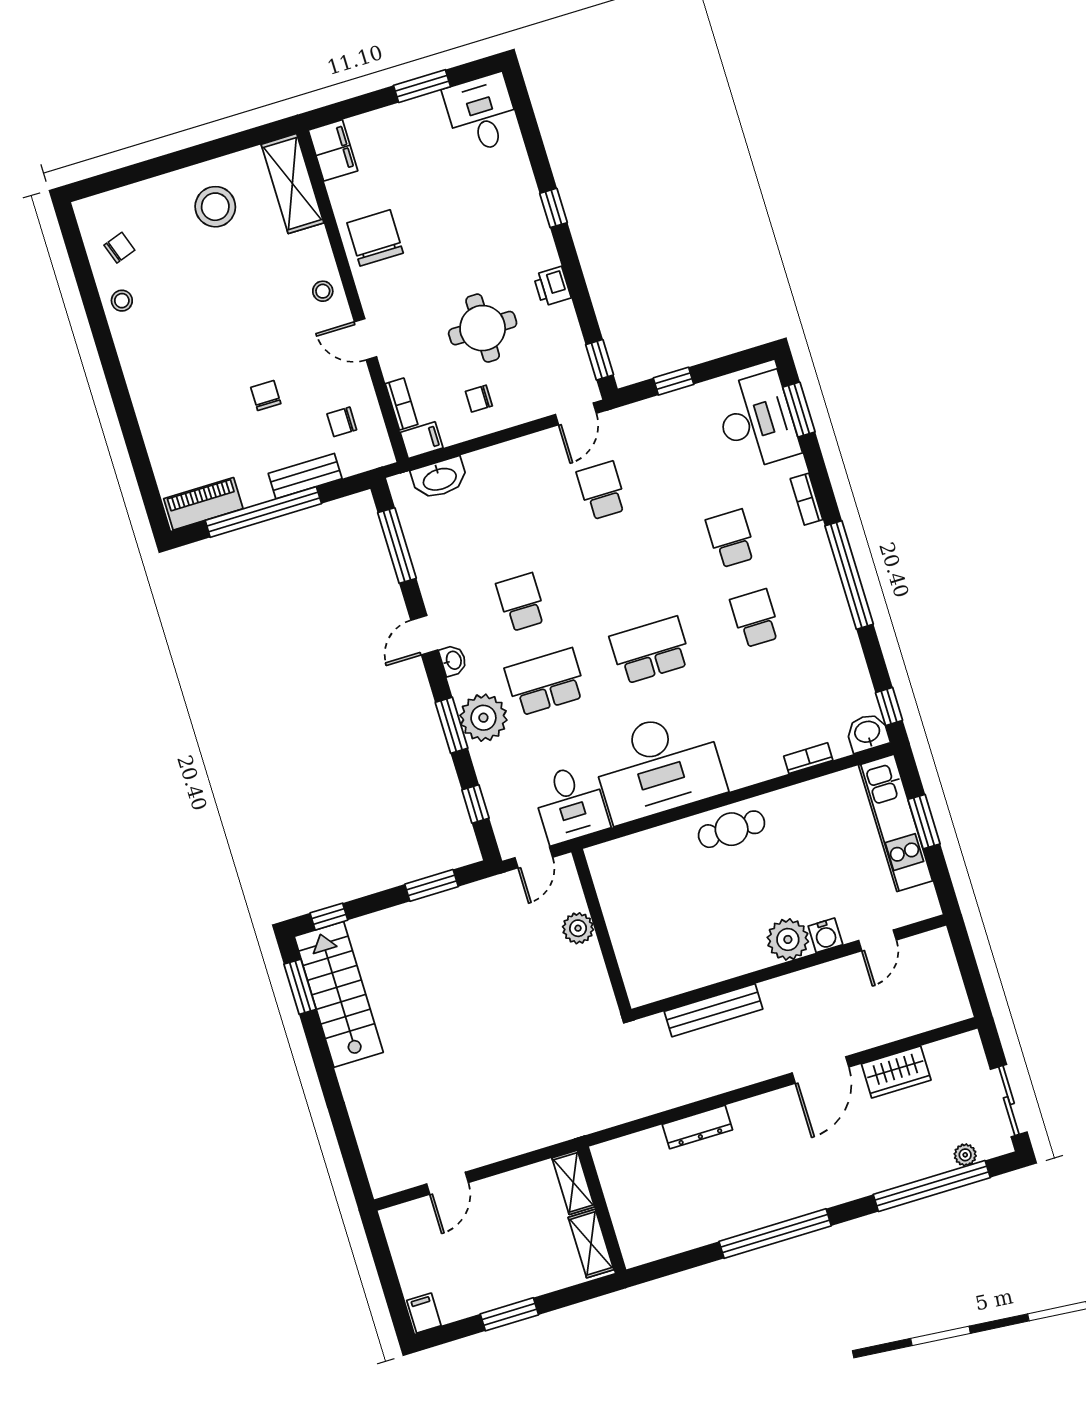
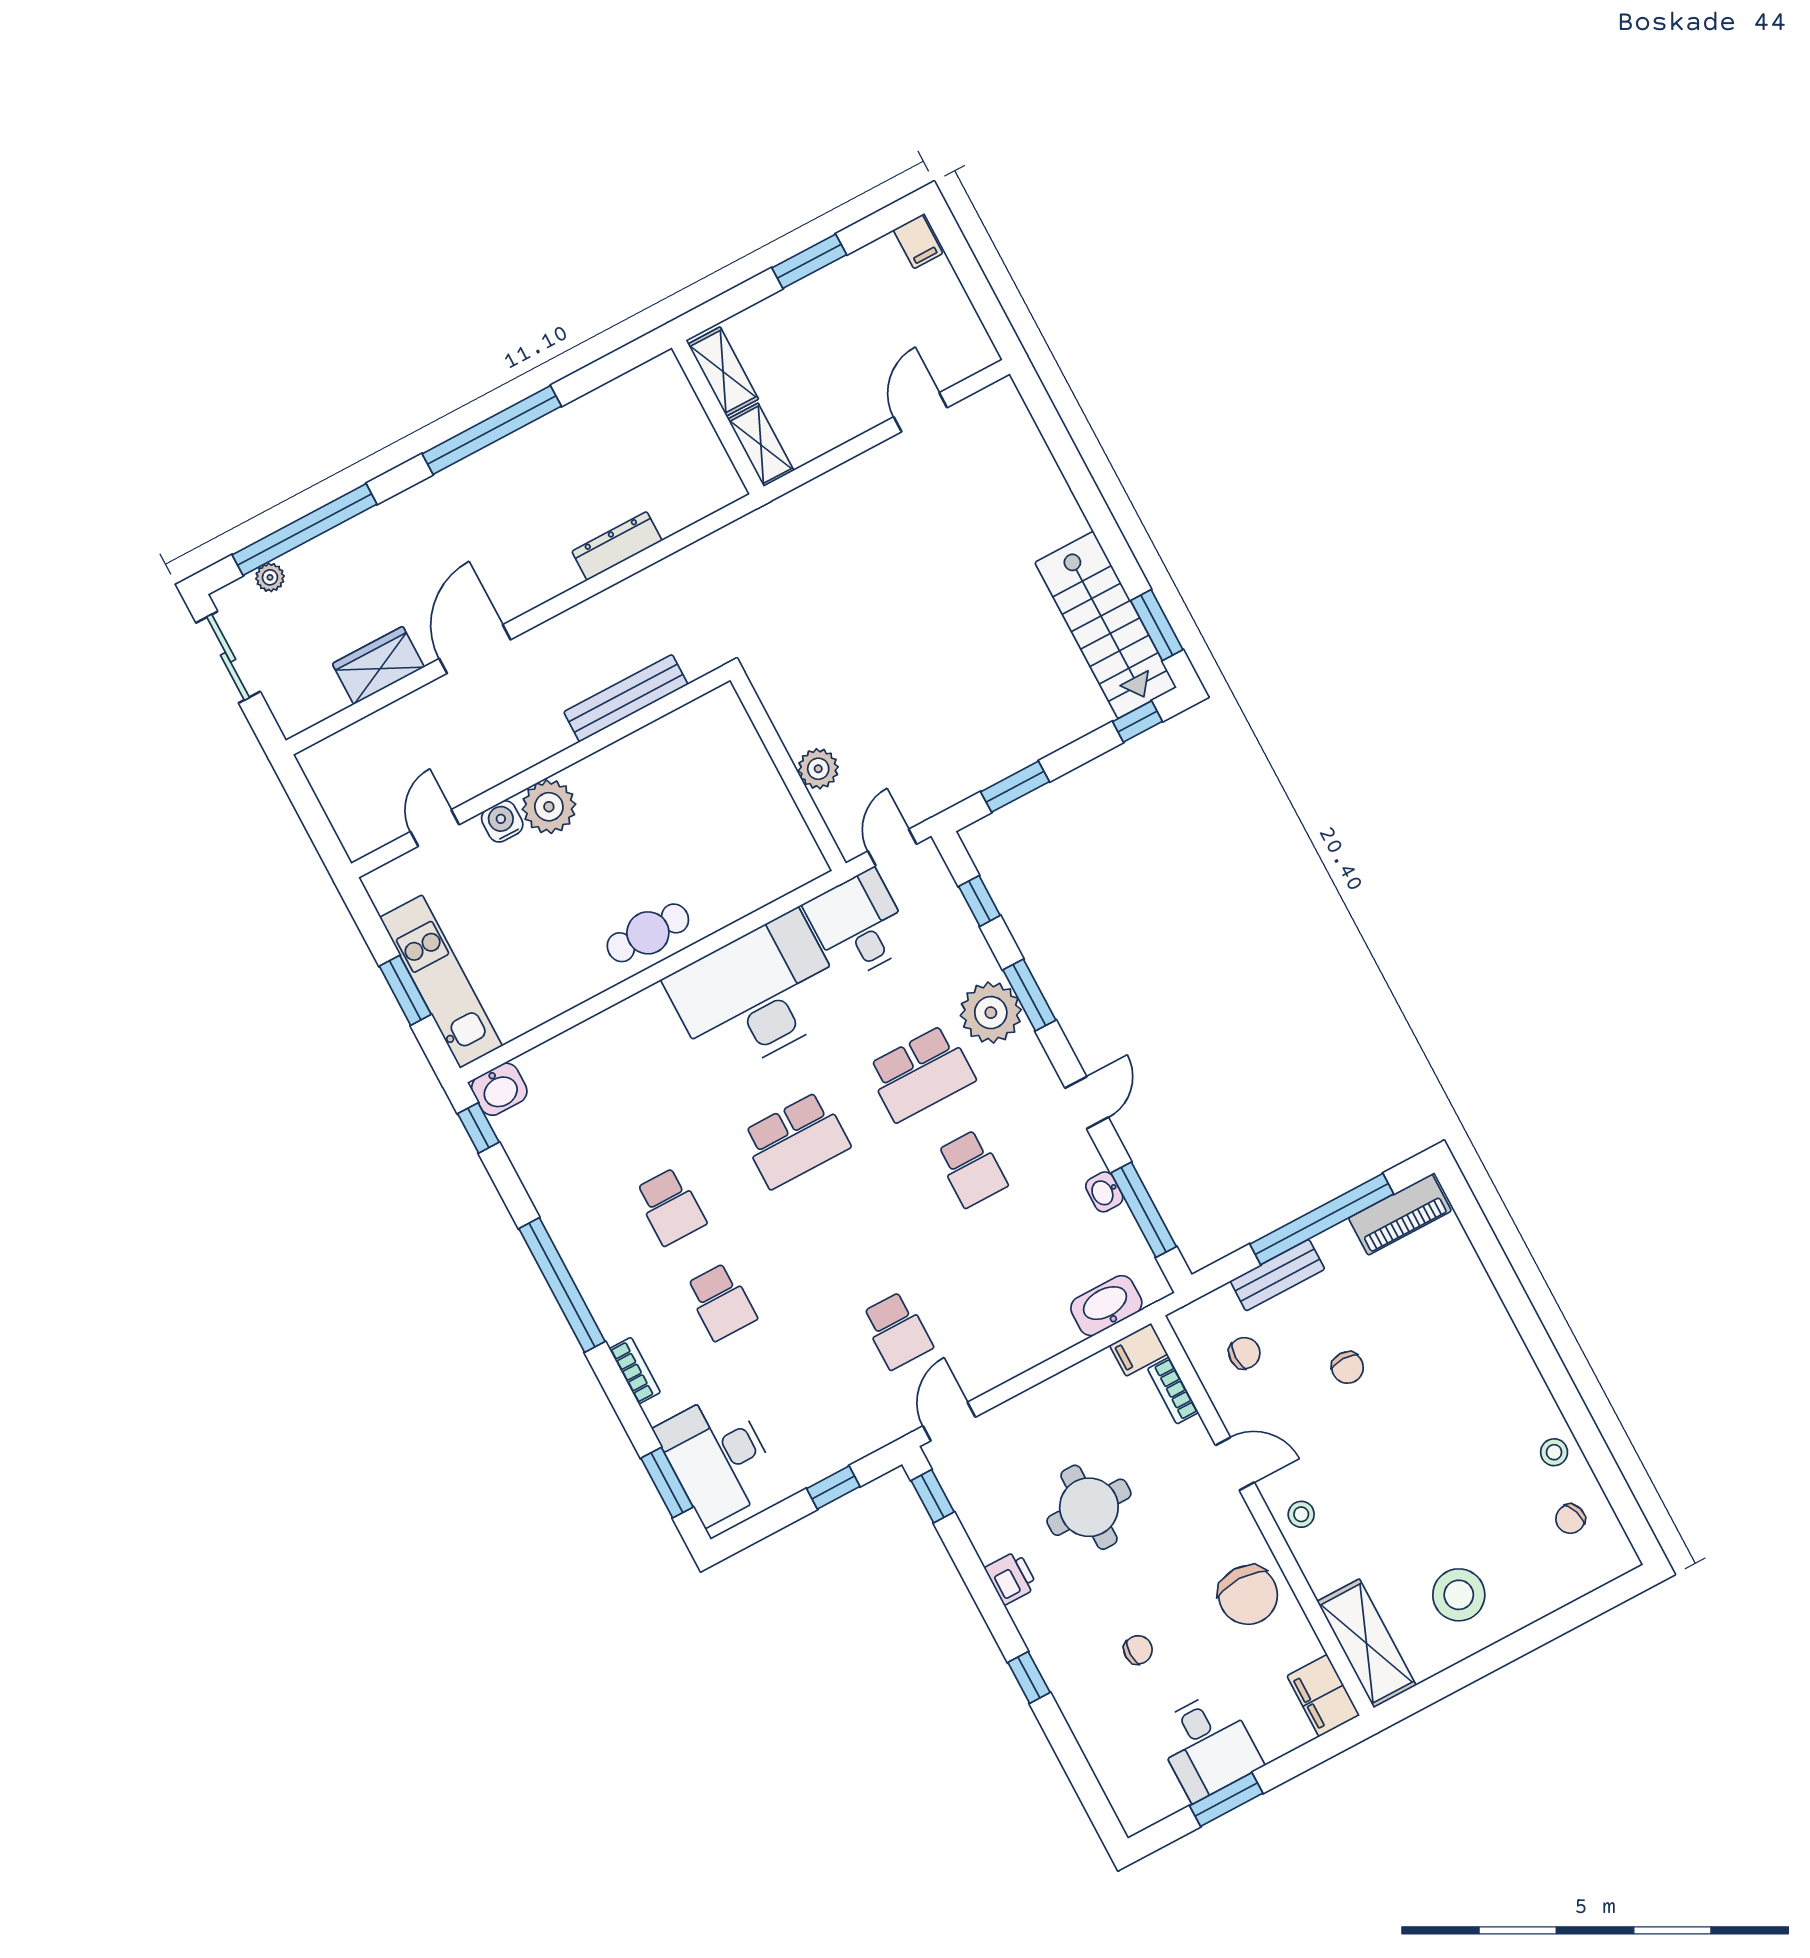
desk: (482, 114) -> (1208, 1745), moved
chair: (479, 399) -> (1138, 1650), moved
washbasin: (453, 660) -> (1104, 1192), moved
bookcase: (808, 758) -> (568, 1042), removed

